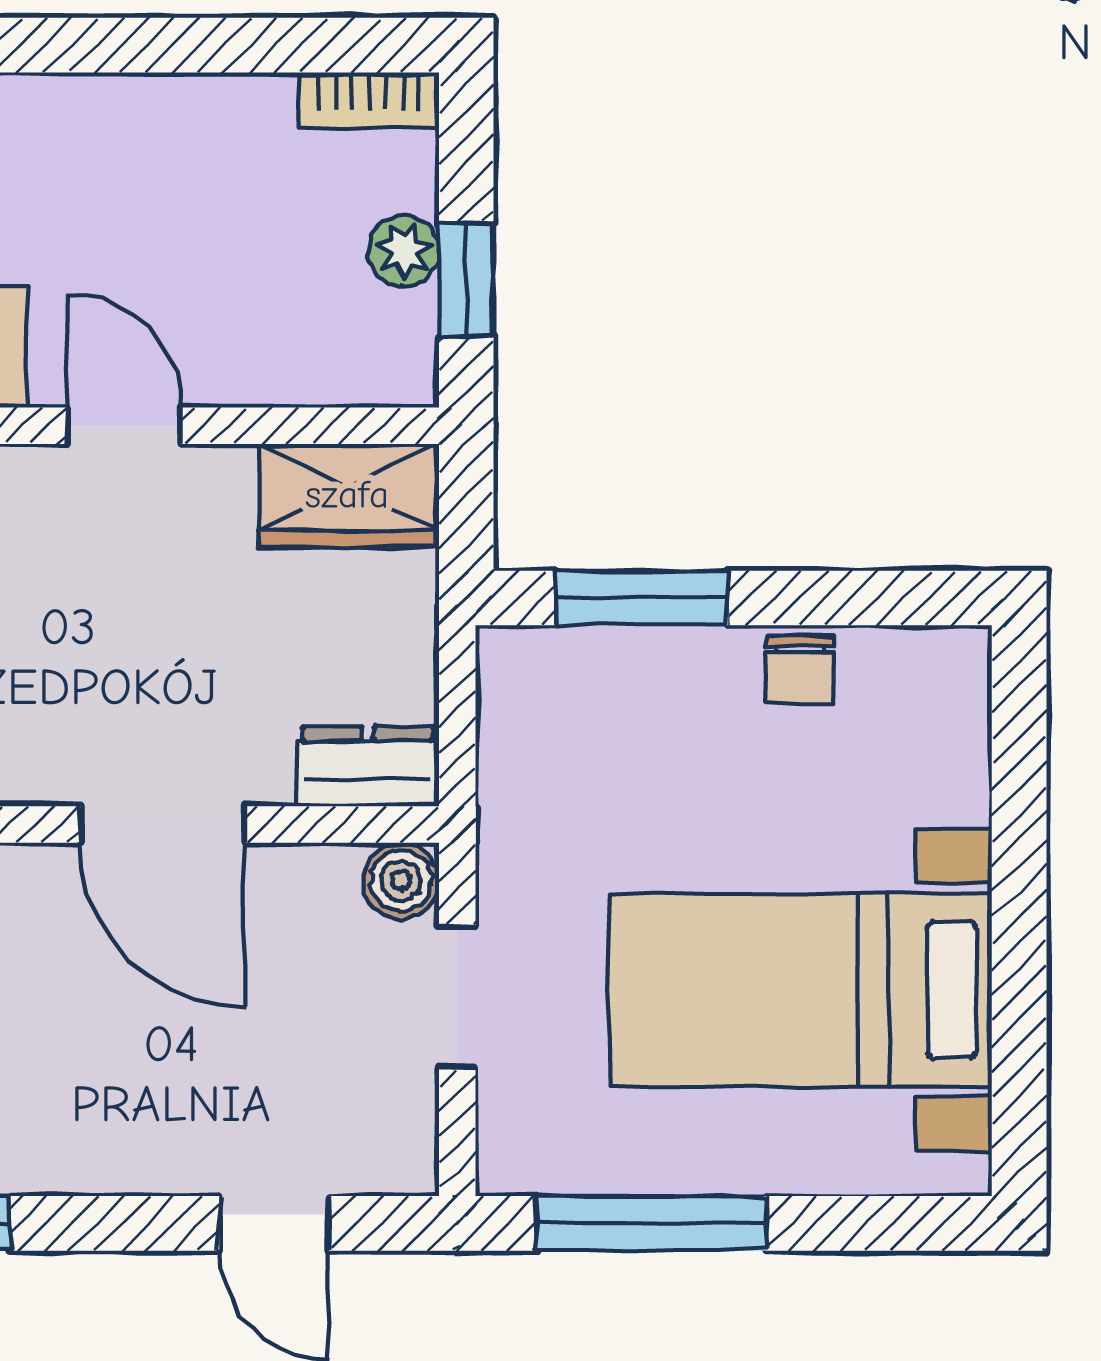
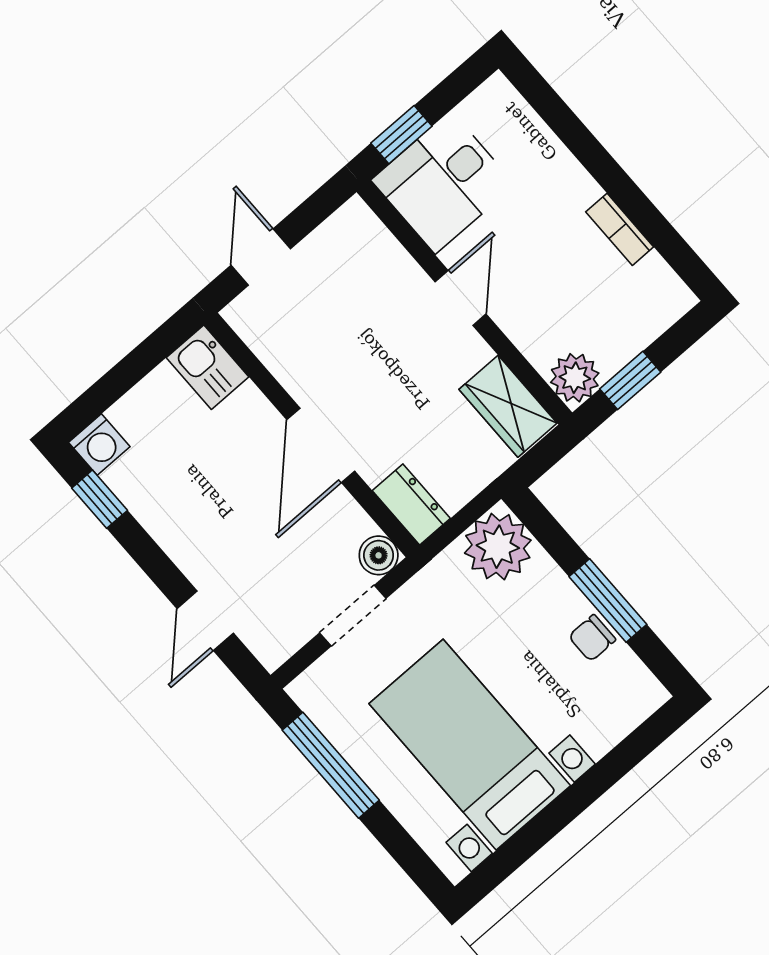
bookcase: (369, 100) -> (620, 229), moved
plant: (404, 251) -> (575, 378), moved, width x1.38, depth x1.38
window: (642, 598) -> (608, 601), moved
plant: (542, 692) -> (498, 547), added

